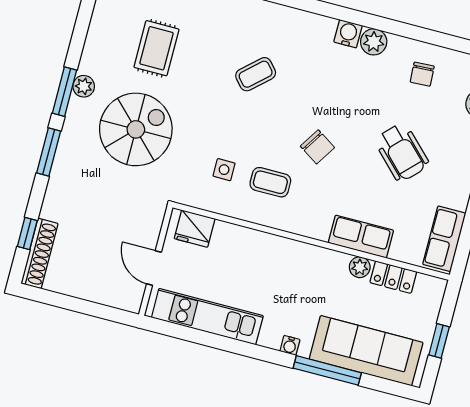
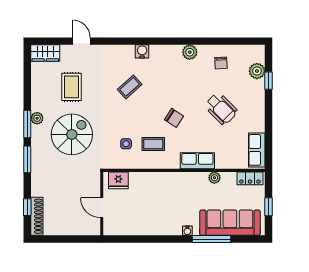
water cooler: (348, 34) -> (142, 51), moved
row of seats: (361, 237) -> (197, 161), moved
locker: (393, 277) -> (250, 178), moved
kitchen unit: (207, 317) -> (138, 227), removed

